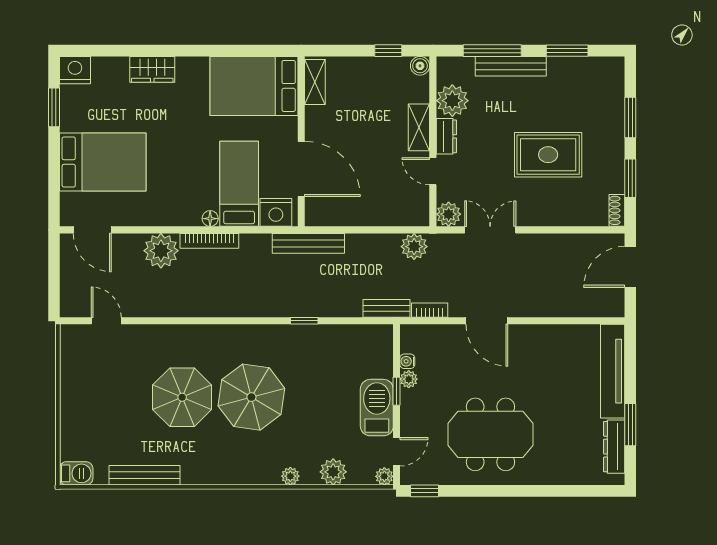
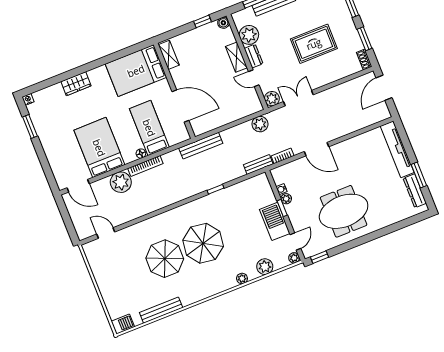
nightstand: (75, 70) -> (28, 99), width x0.53, depth x0.56
bed: (103, 162) -> (99, 148), moved, turned -90
nightstand: (276, 212) -> (176, 136), removed

